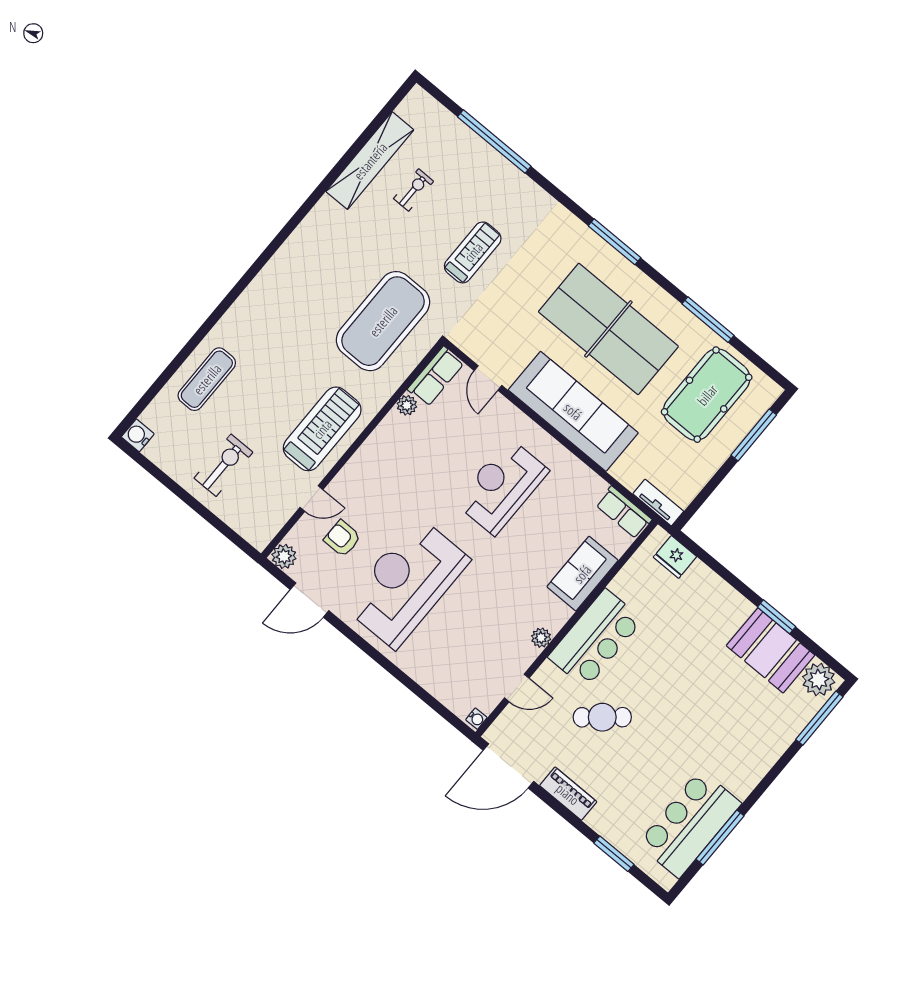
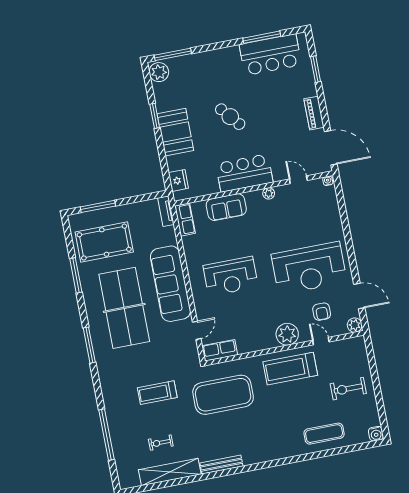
bench: (309, 227) -> (221, 465), added
plant: (407, 405) -> (287, 334), moved, width x1.87, depth x1.87
booth: (771, 650) -> (175, 132), moved
cafe table: (602, 717) -> (230, 117), moved

